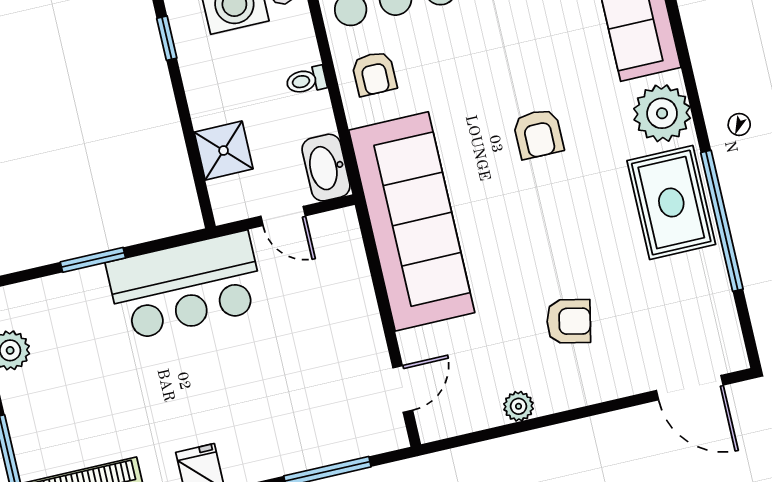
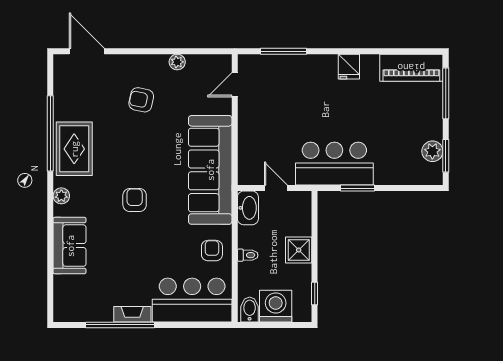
plant: (662, 113) -> (61, 196), width x0.53, depth x0.53
shower: (224, 151) -> (299, 250), moved
window: (93, 260) -> (358, 188), moved

